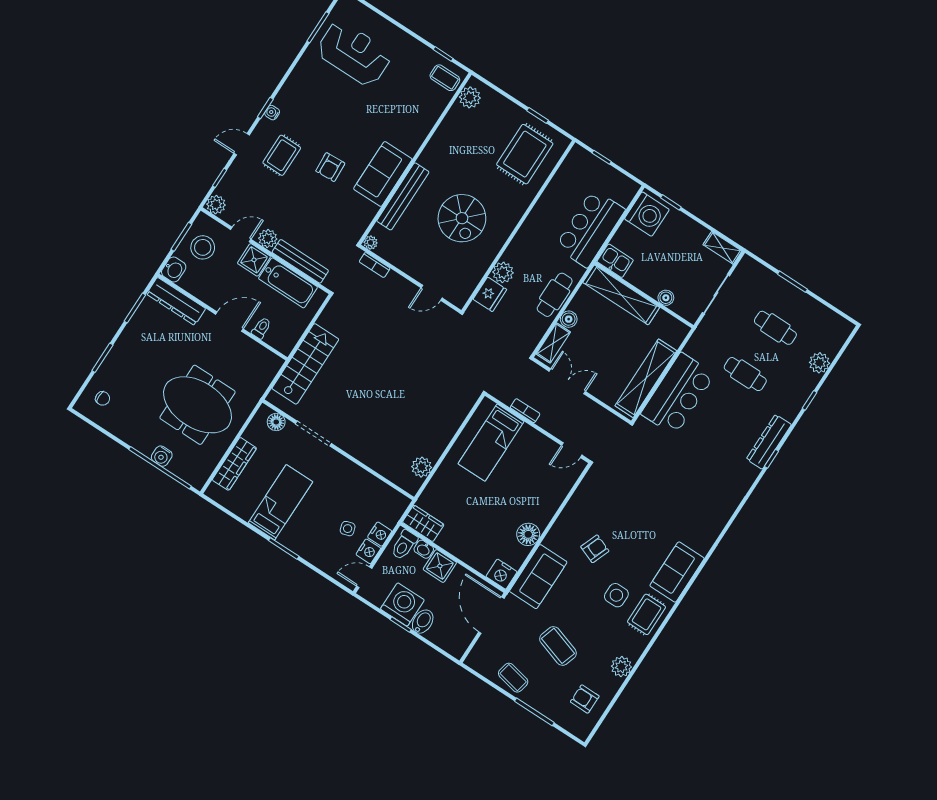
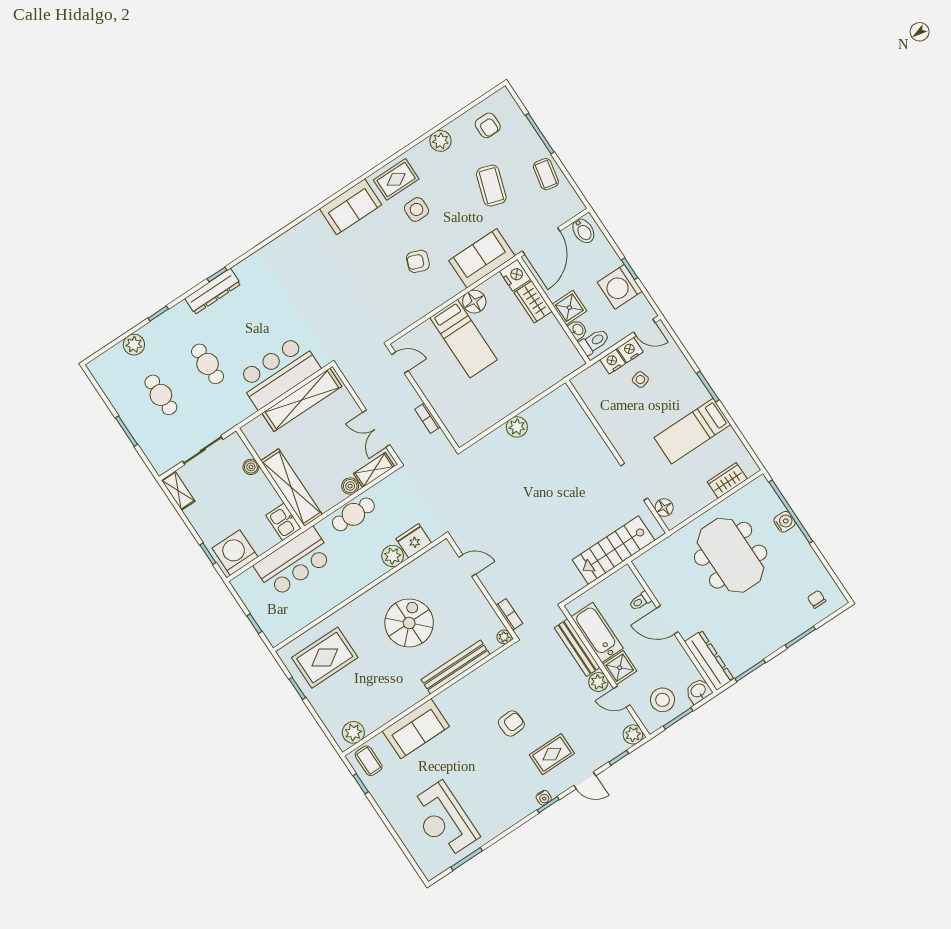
sofa: (383, 174) -> (416, 729), moved
bed: (491, 443) -> (464, 339), moved, turned 90
wardrobe: (234, 464) -> (727, 480), width x0.67
plant: (422, 467) -> (517, 427), moved
wardrobe: (423, 523) -> (533, 302), moved
bidet: (423, 622) -> (583, 231), moved, turned -90

